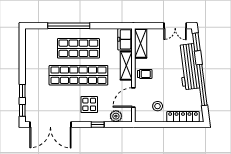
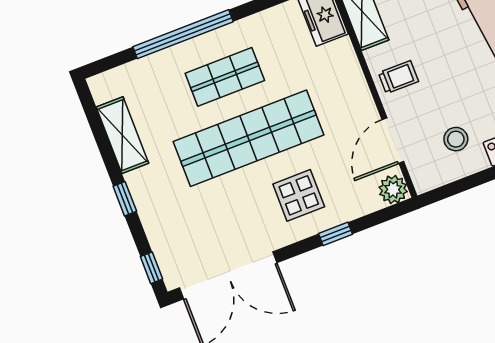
shop shelf: (78, 48) -> (225, 77), width x0.70, depth x0.74
shelving: (126, 66) -> (122, 135), moved
window: (22, 91) -> (125, 199), moved
plant: (116, 116) -> (393, 189), moved

